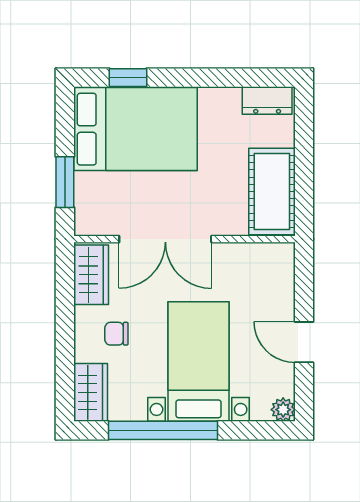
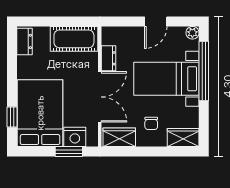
nightstand: (92, 193) -> (75, 137), added
dresser: (236, 255) -> (109, 58), added
window: (163, 430) -> (204, 71), moved

